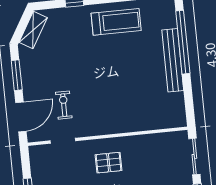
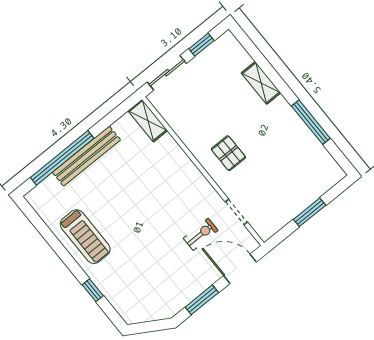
treadmill: (116, 22) -> (85, 237), turned 180
shelving: (33, 30) -> (148, 121), moved, turned 59
exercise bike: (64, 105) -> (201, 234), turned 180

